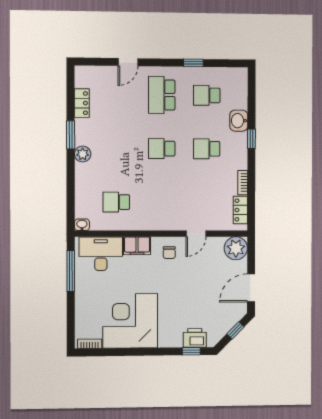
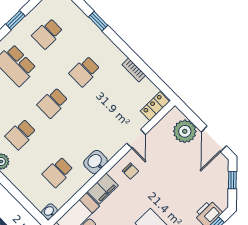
washbasin: (239, 121) -> (96, 162), moved, turned 90
window: (251, 139) -> (98, 21), moved
school desk: (116, 148) -> (21, 134), added
locker: (240, 210) -> (155, 106), moved, turned 90
plant: (236, 248) -> (185, 131), moved

